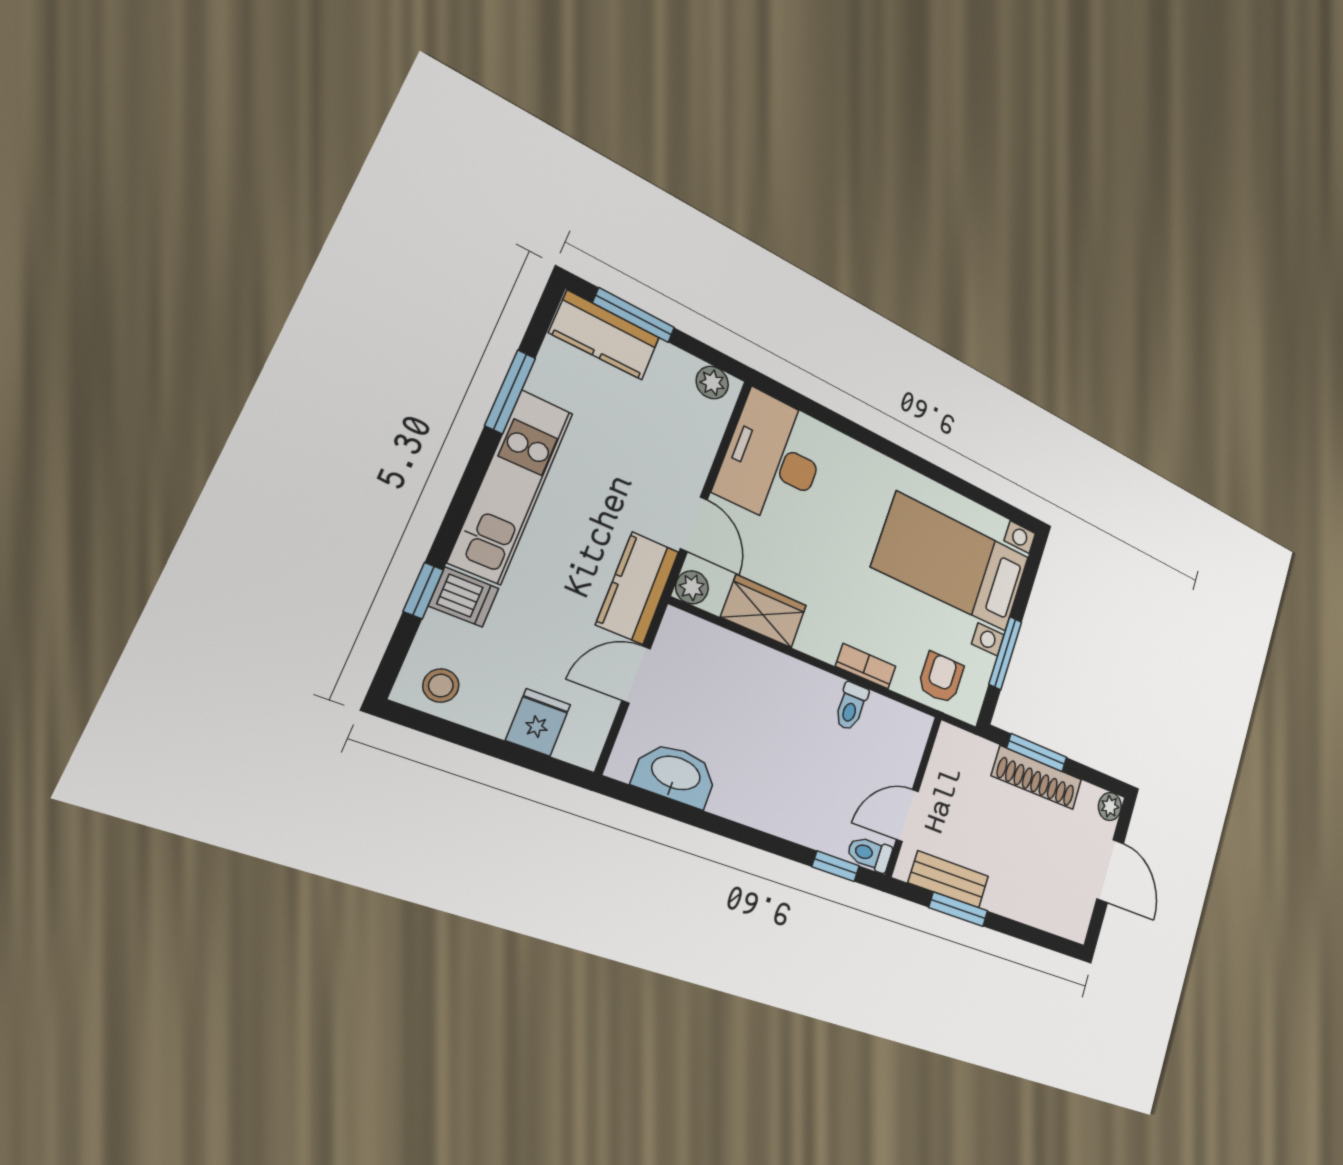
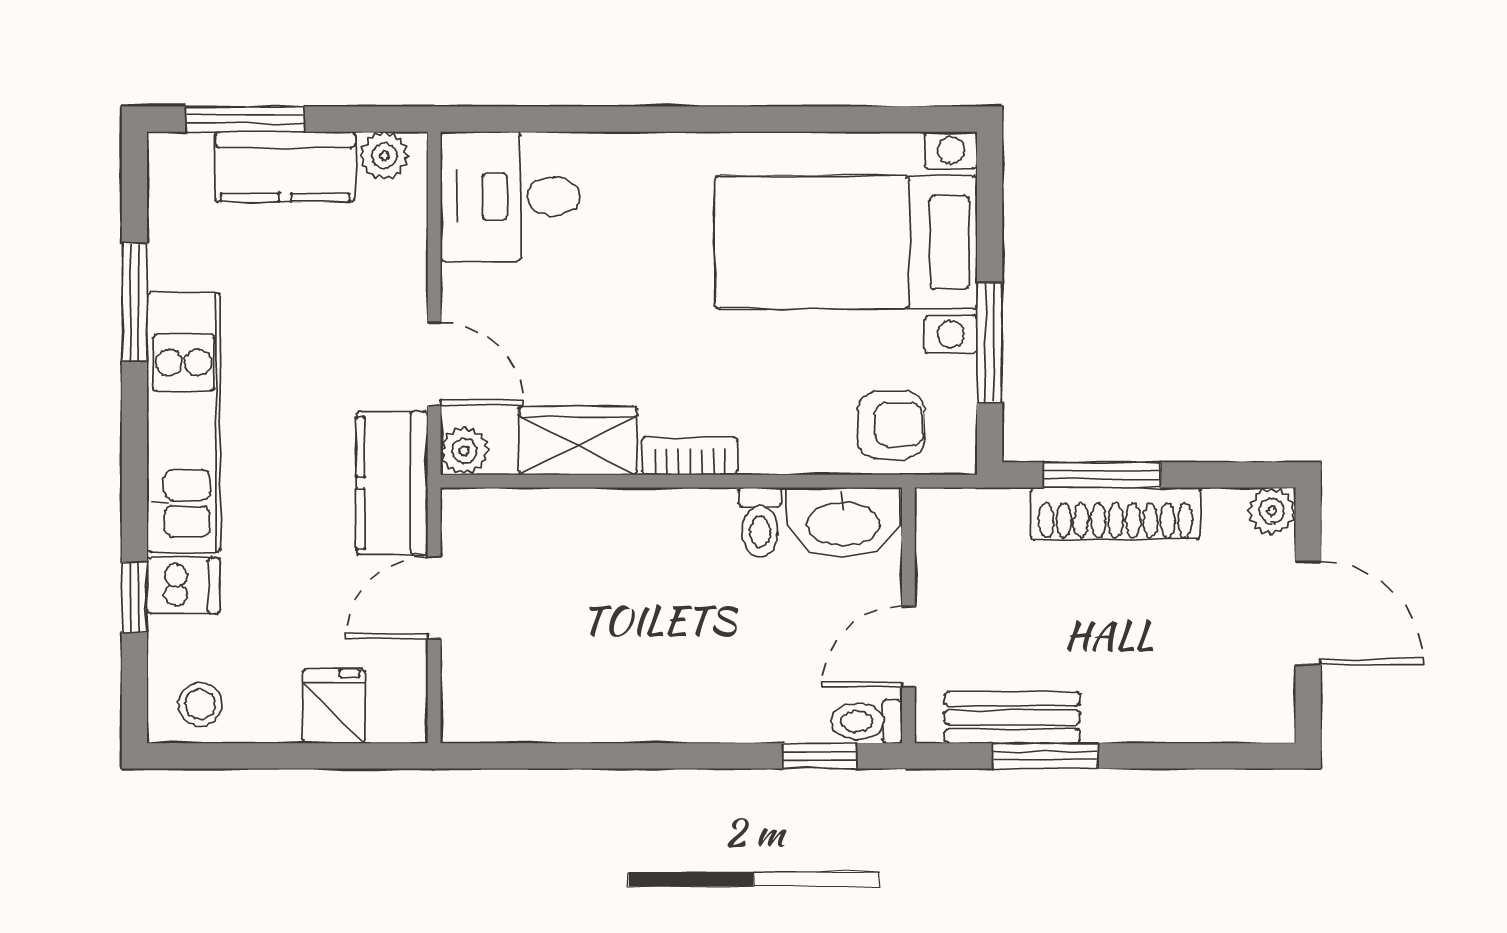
kitchen counter: (605, 335) -> (285, 167), moved
desk: (773, 459) -> (510, 196), width x0.73
bookcase: (866, 666) -> (690, 456), moved
armchair: (941, 678) -> (891, 425), turned 90
washbasin: (675, 774) -> (843, 522), moved, turned 180

